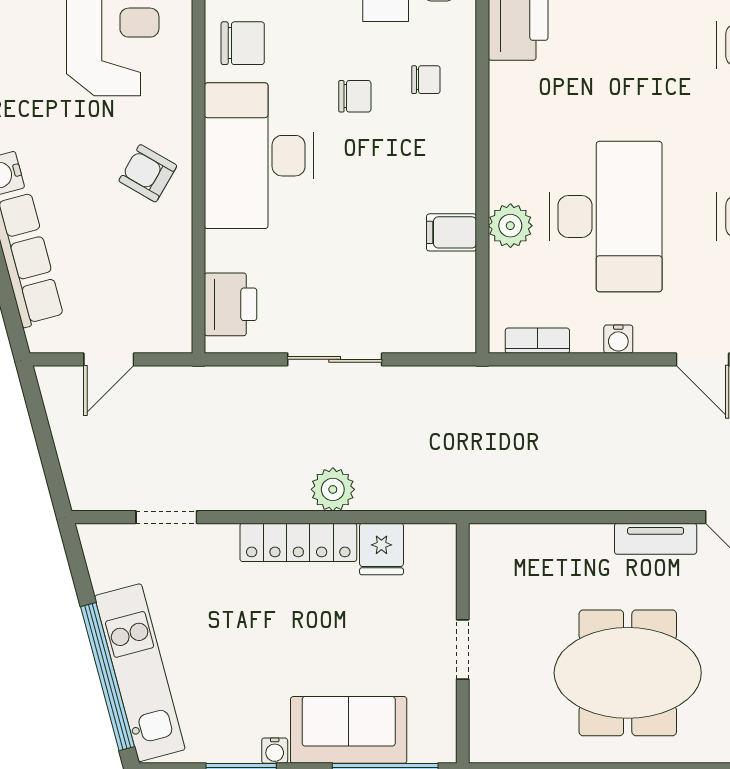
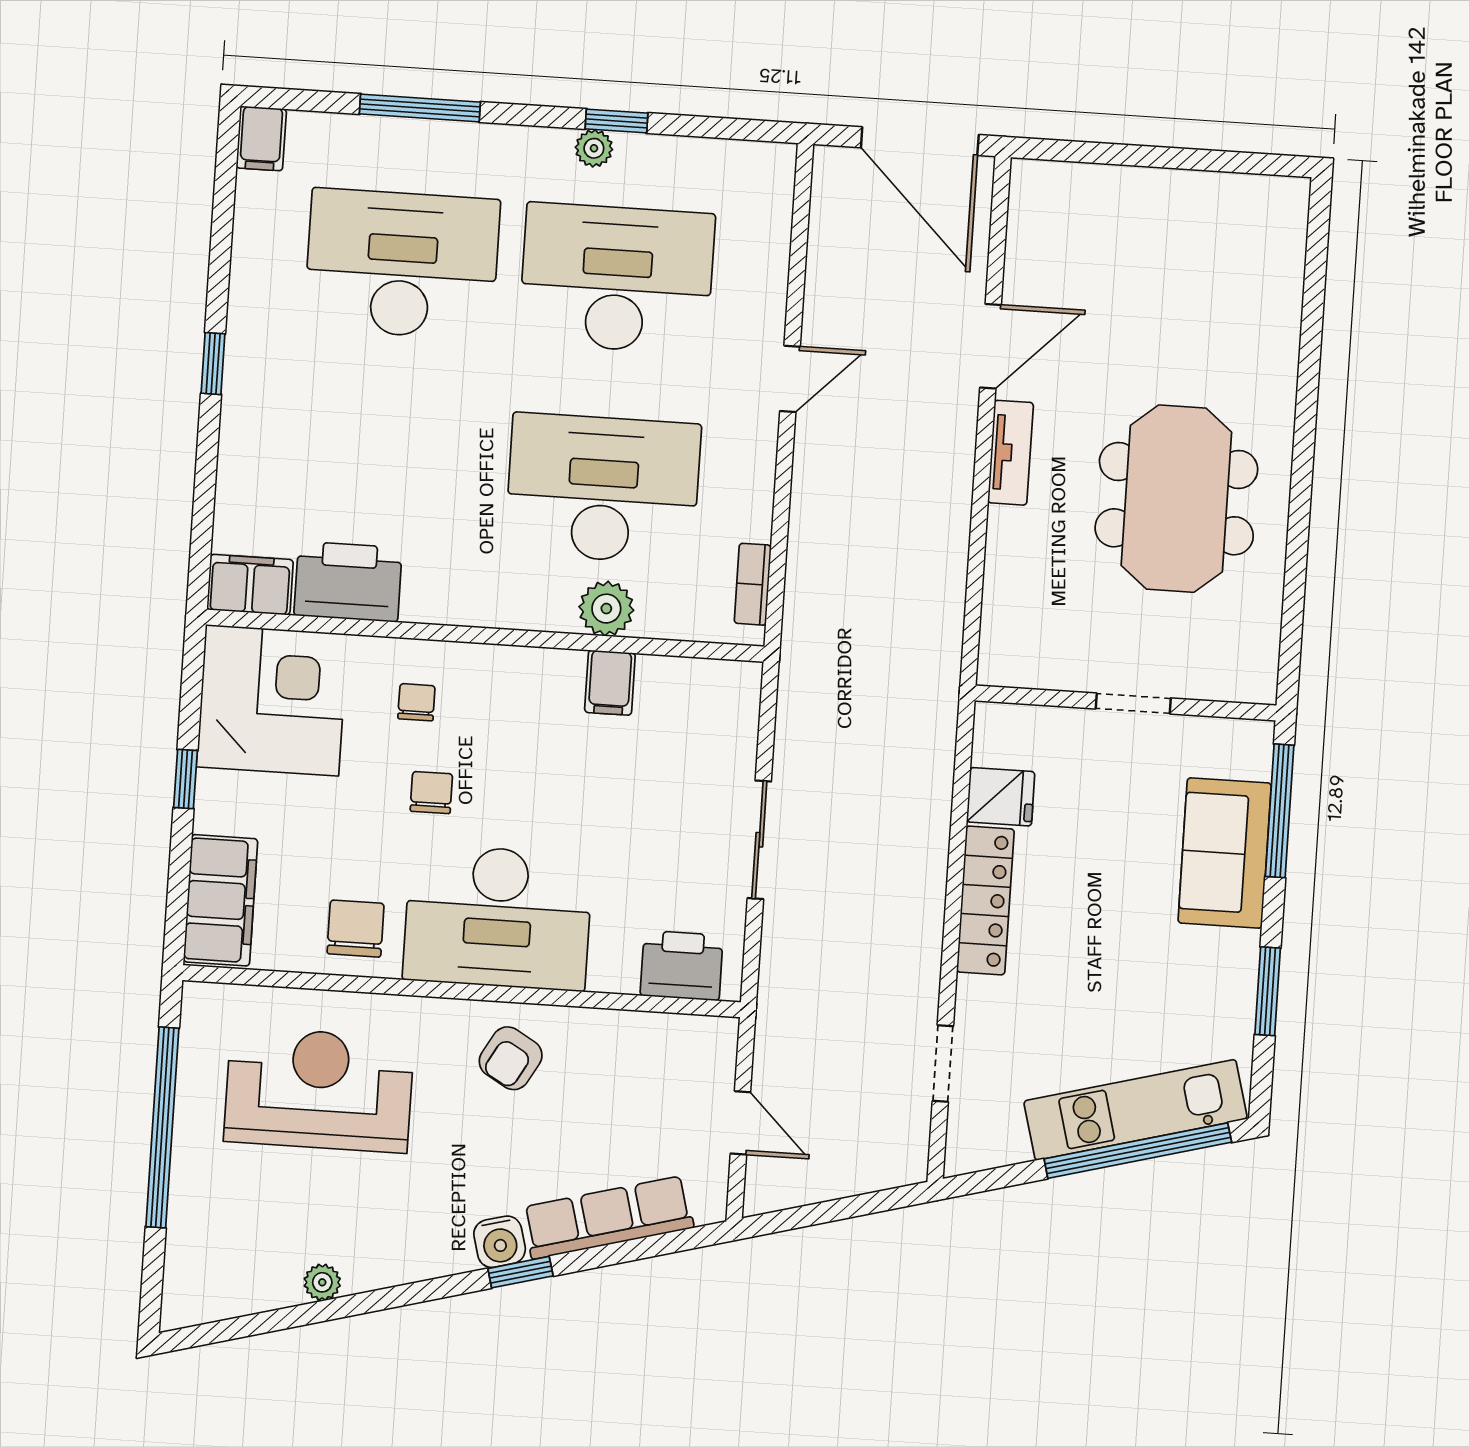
water cooler: (618, 339) -> (758, 483), removed
plant: (333, 489) -> (922, 853), removed
water cooler: (275, 751) -> (1244, 947), removed

